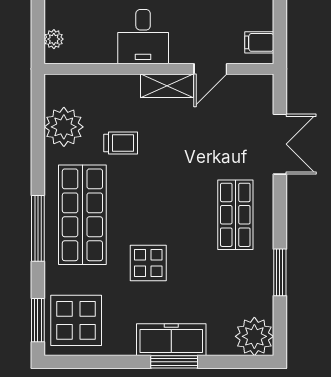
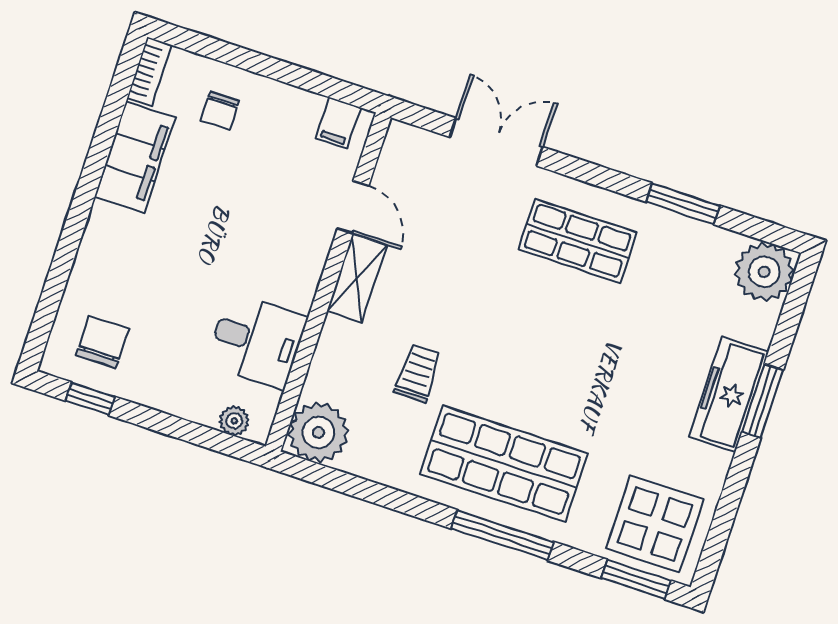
desk: (143, 37) -> (257, 341), moved
plant: (64, 127) -> (318, 432), moved
display table: (148, 263) -> (606, 391), removed

